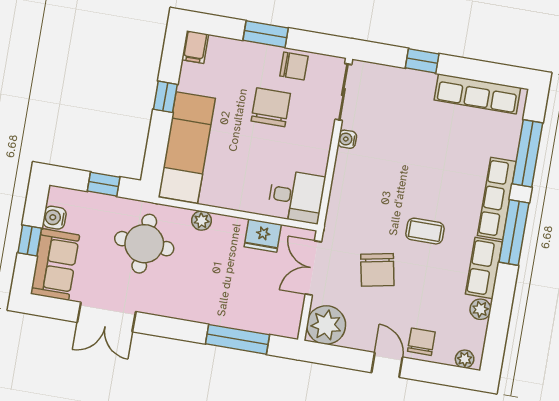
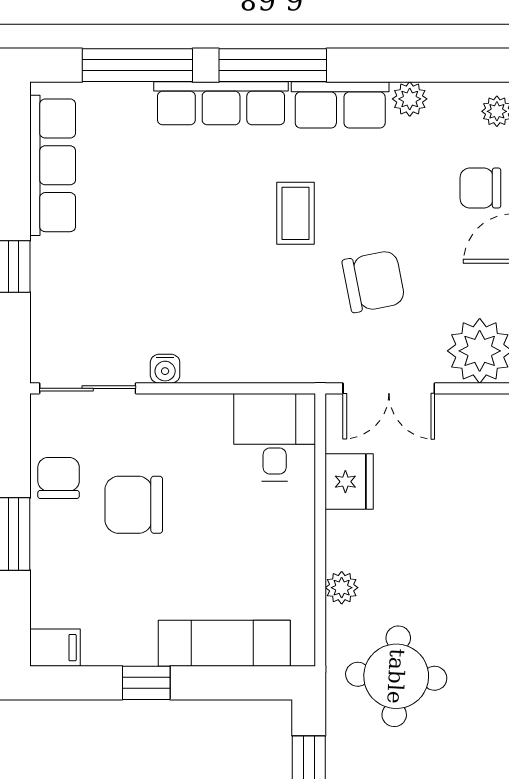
exam couch: (187, 147) -> (224, 643), width x0.73, depth x0.69

